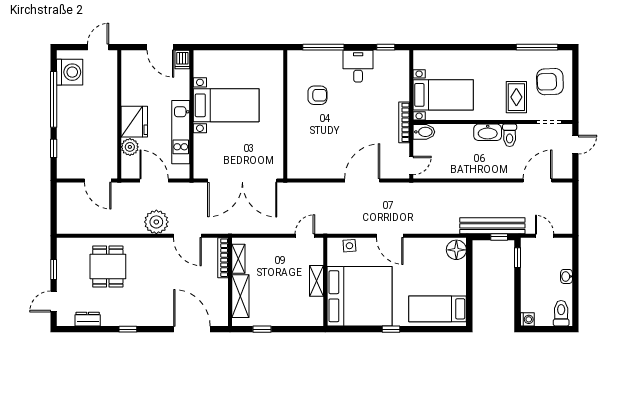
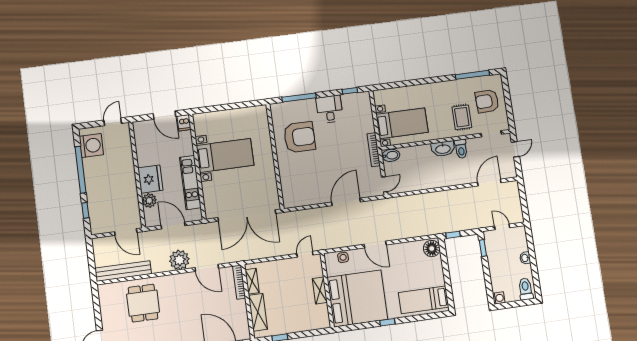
armchair: (317, 95) -> (299, 137), width x1.88, depth x1.88
bench: (492, 226) -> (123, 271), moved
window: (499, 237) -> (453, 235), moved
window: (54, 269) -> (97, 312), removed

